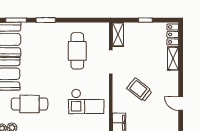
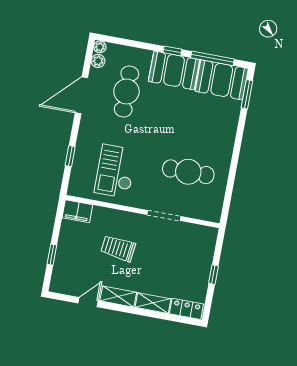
window: (46, 20) -> (239, 136), removed
shelving: (118, 34) -> (118, 297), moved
trolley: (139, 90) -> (118, 248), turned -121

